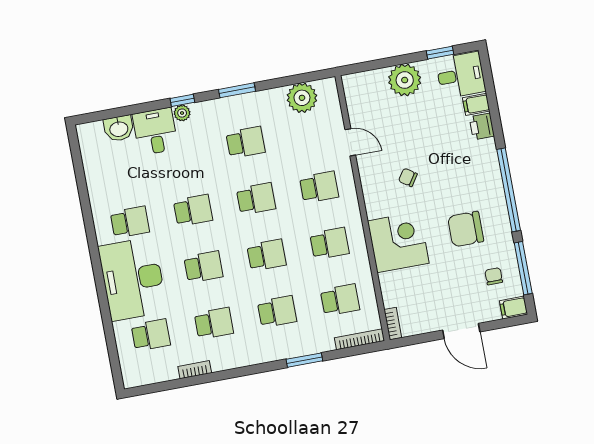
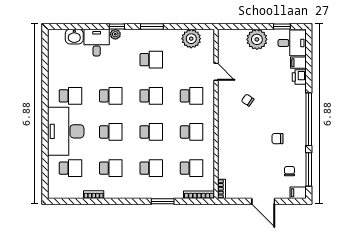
chair: (466, 229) -> (278, 139), width x0.54, depth x0.54
corner desk: (398, 242) -> (234, 139), removed

